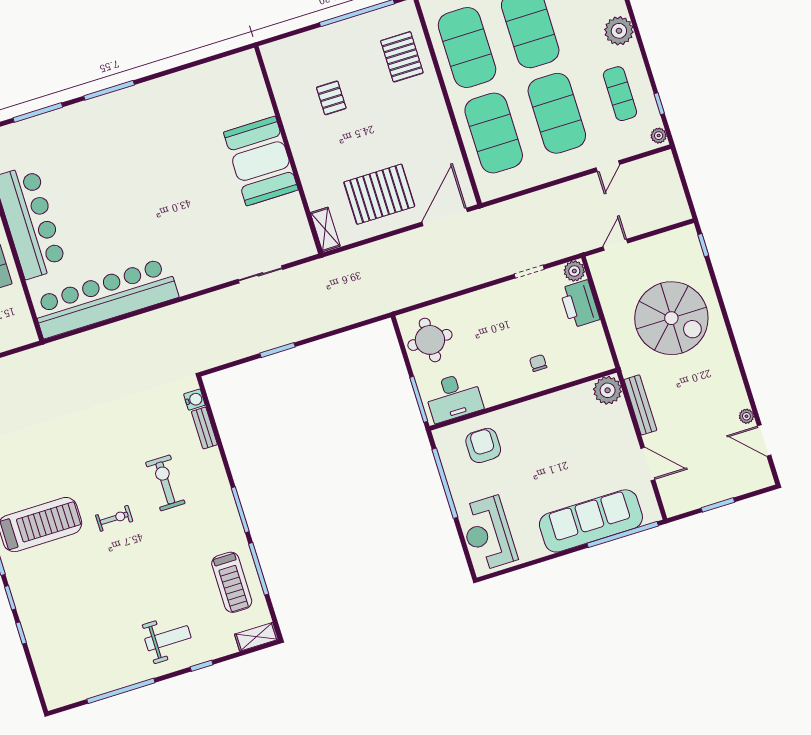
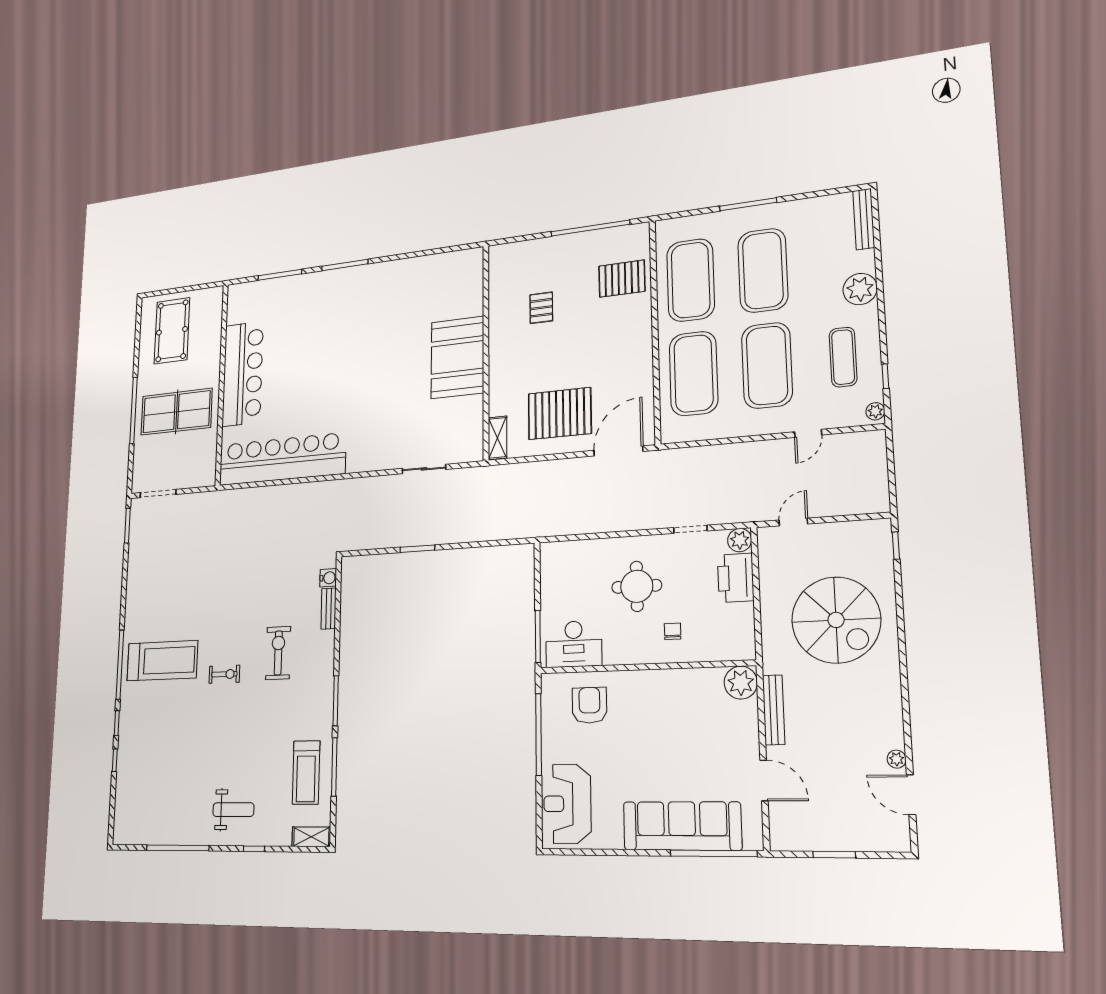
pallet: (402, 57) -> (622, 279), turned 90
round table: (430, 340) -> (637, 586), moved

